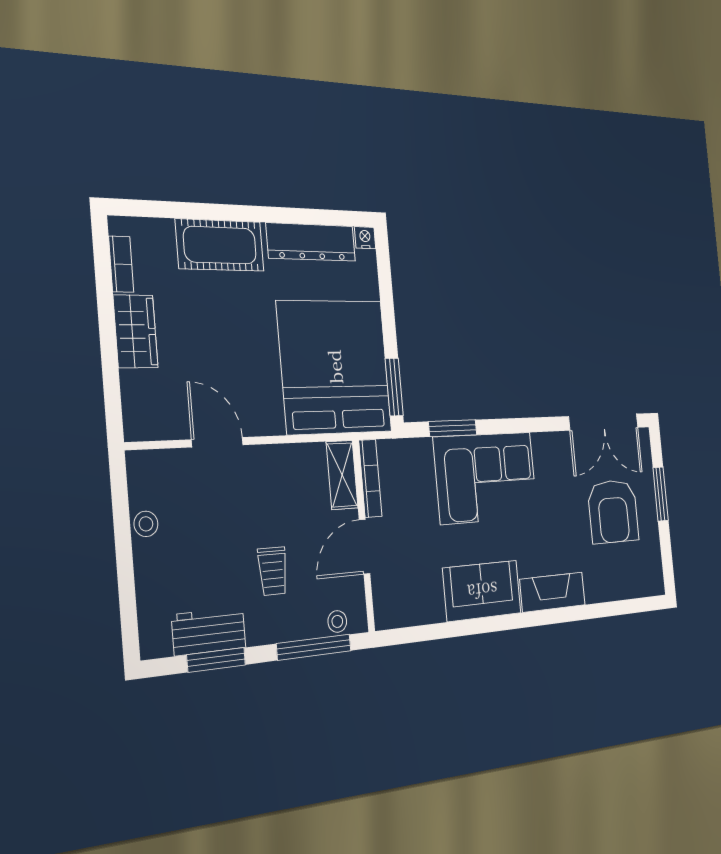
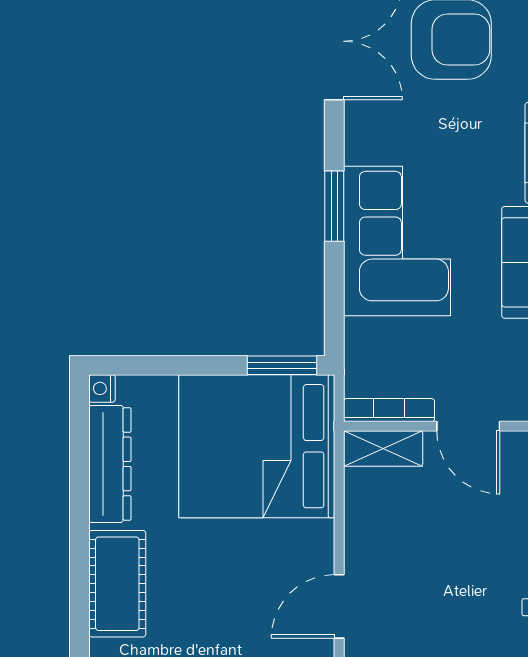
window: (453, 428) -> (334, 206), moved
trolley: (273, 571) -> (486, 550), removed

